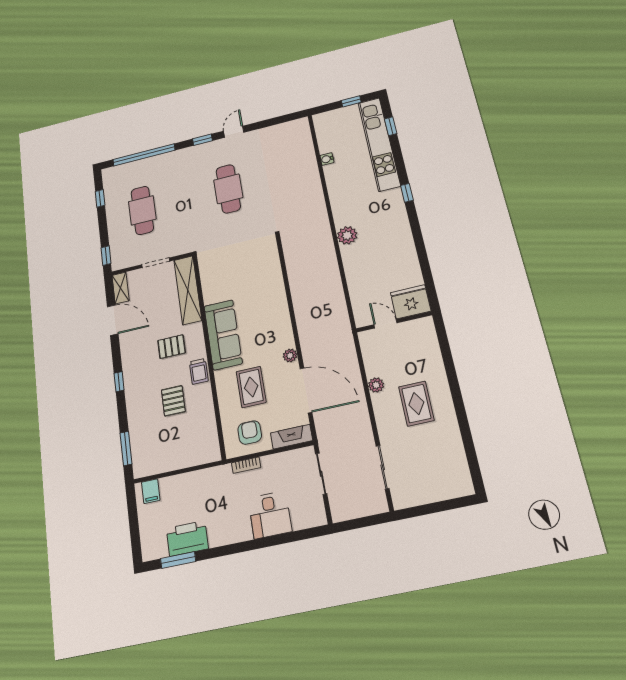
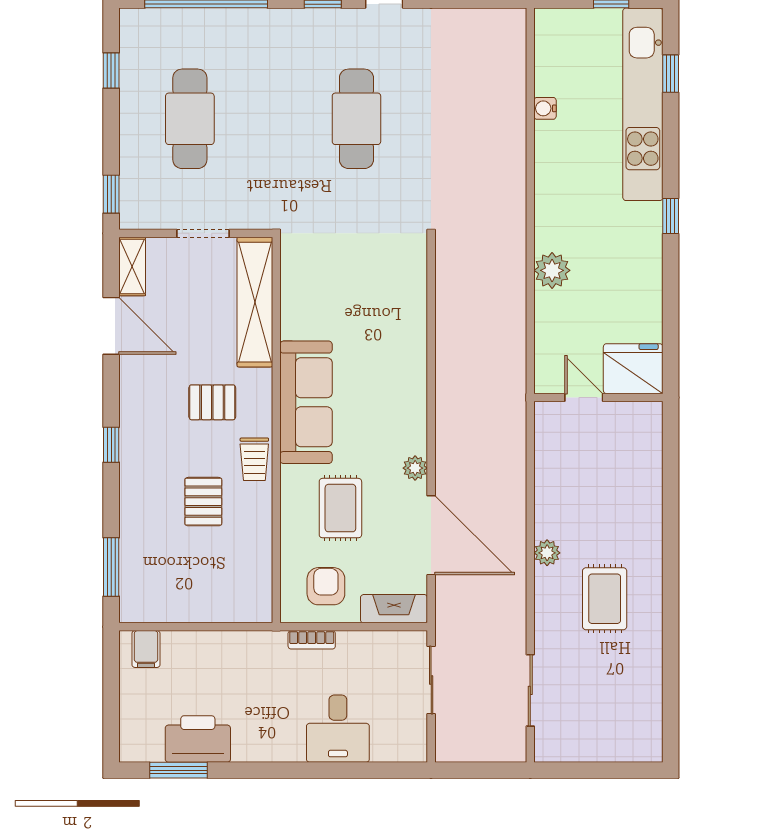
fridge: (411, 302) -> (633, 369), moved
wall: (394, 322) -> (598, 398), moved
door: (385, 324) -> (584, 398), moved

